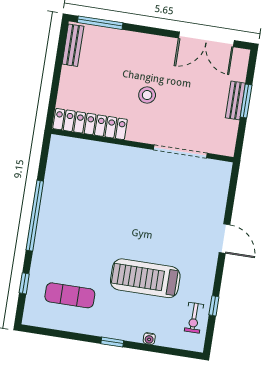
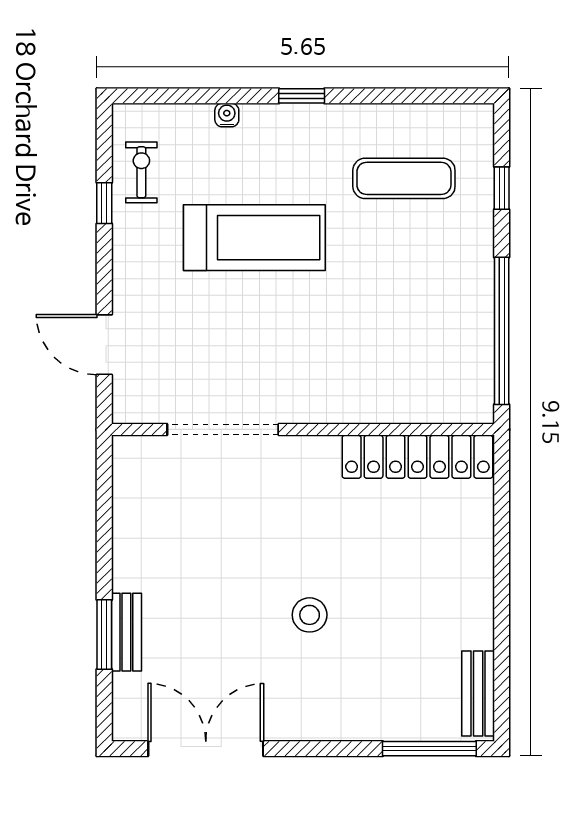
locker: (90, 124) -> (417, 457), moved
wall: (142, 145) -> (303, 430), moved
doorway: (180, 151) -> (223, 430), moved

